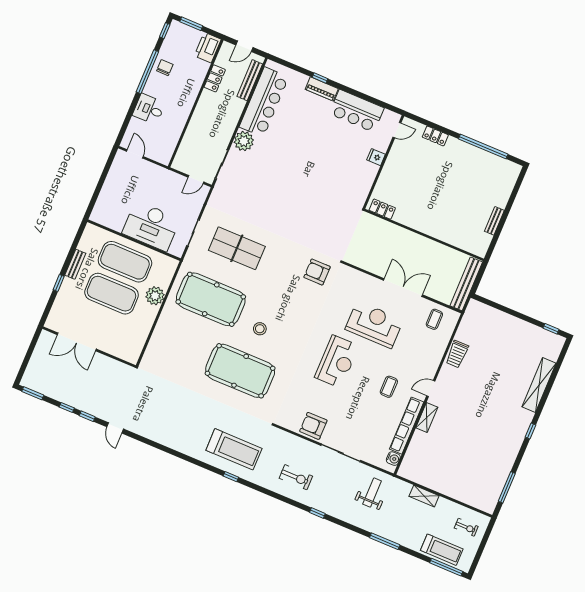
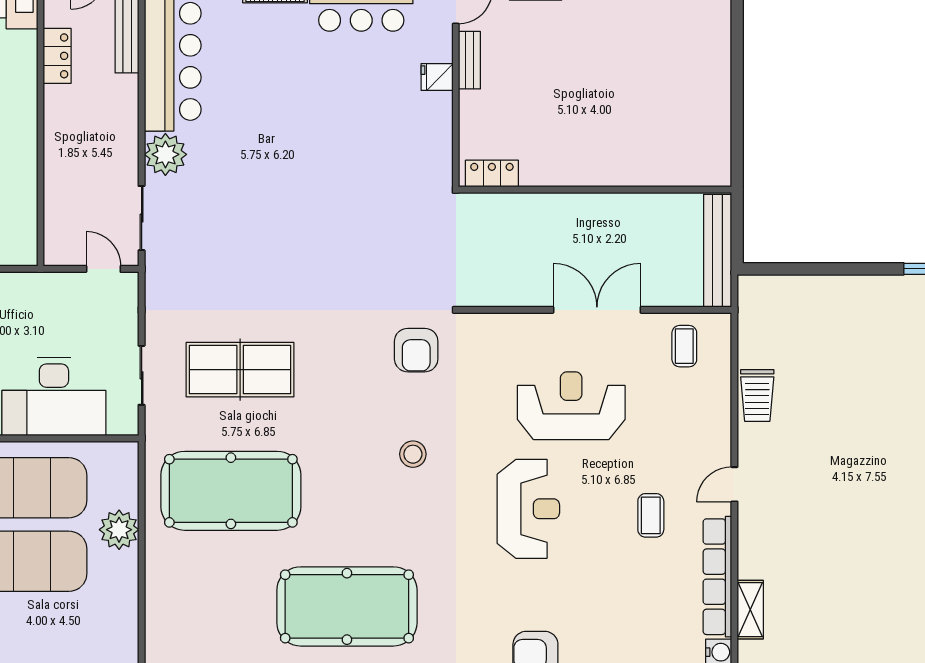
door: (196, 180) -> (103, 269), swing flipped
bench: (494, 221) -> (469, 60), moved
armchair: (317, 272) -> (416, 350), turned -90
stool: (260, 329) -> (413, 454), moved
shelving: (427, 417) -> (750, 610), moved

